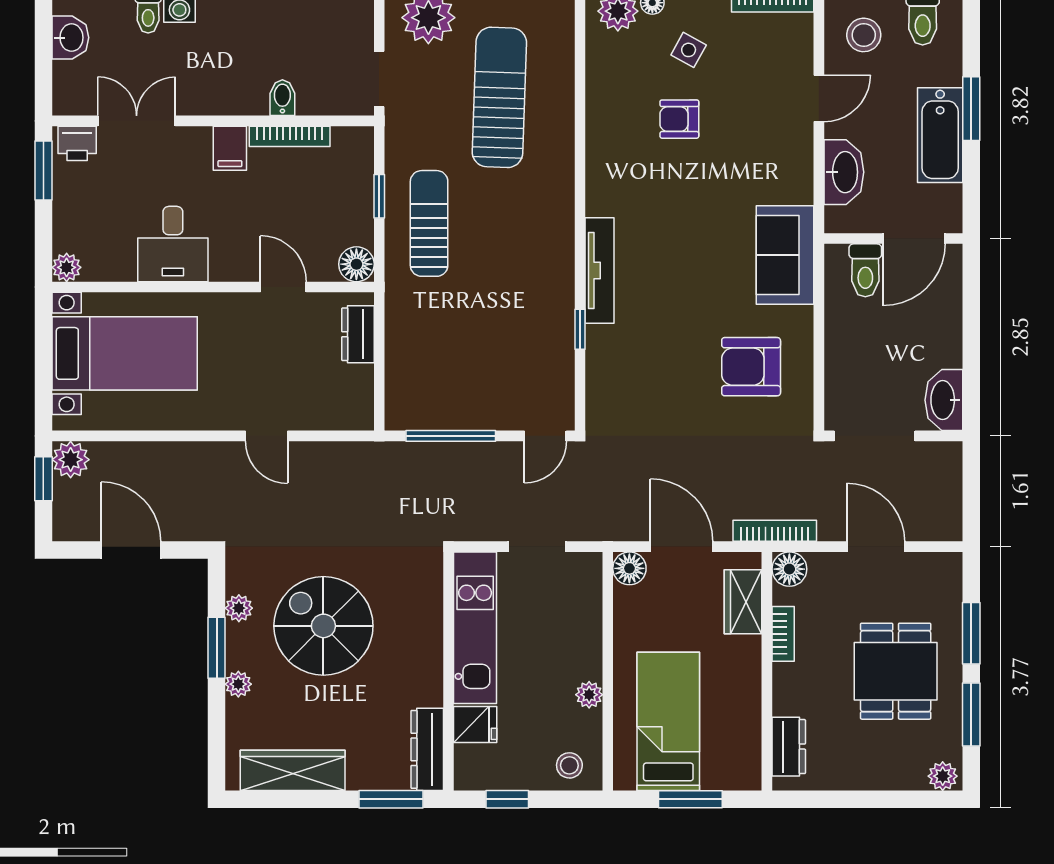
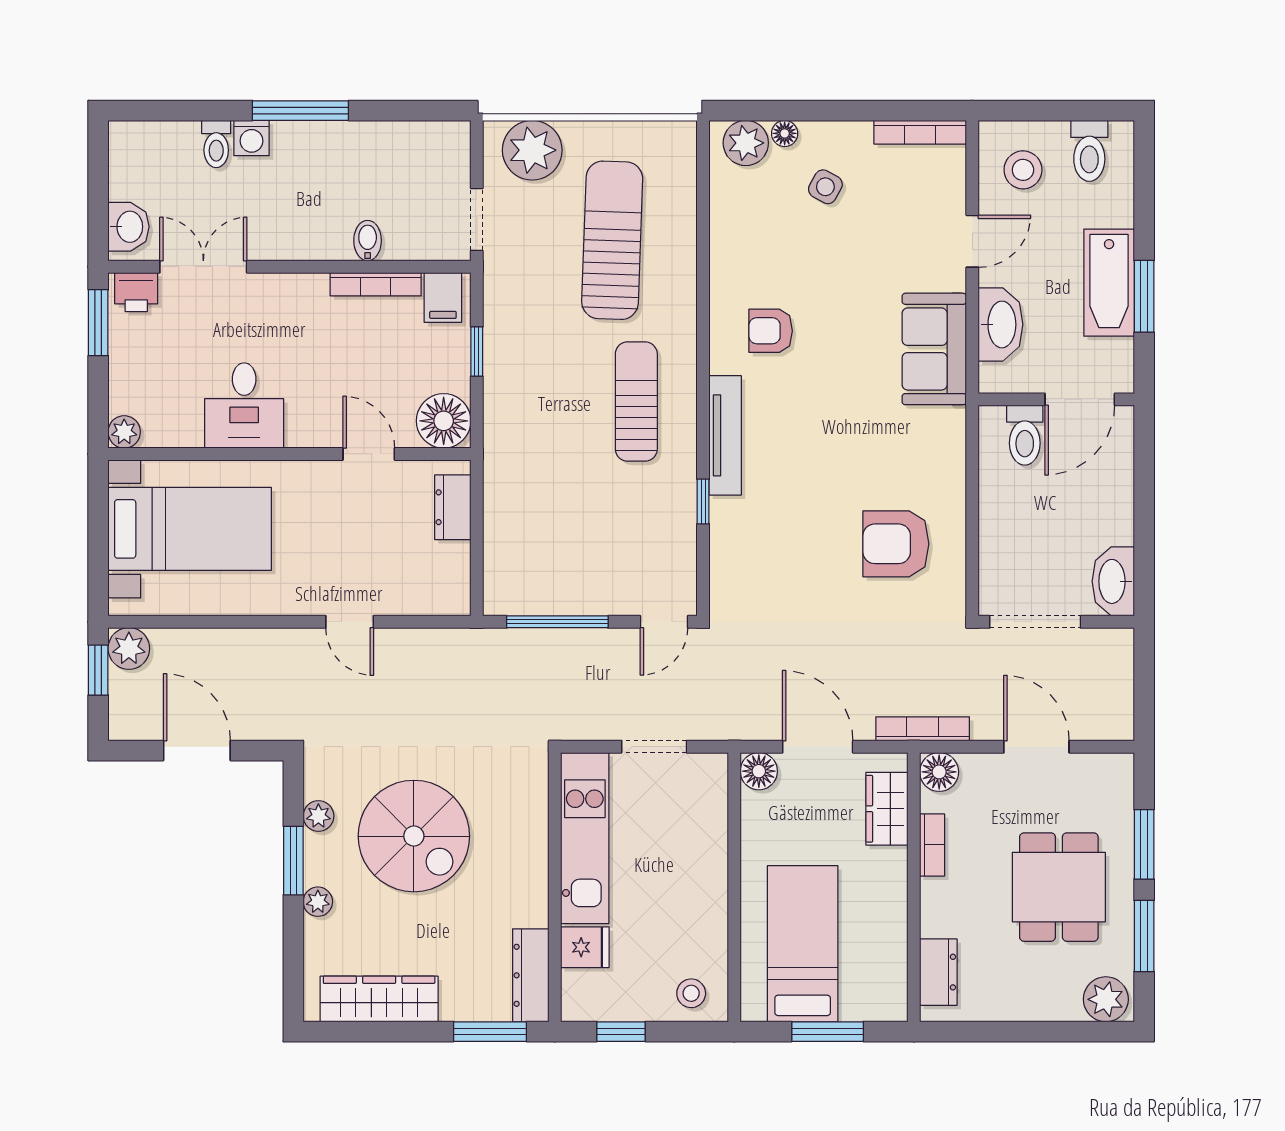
washbasin: (70, 38) -> (129, 227), moved
window: (971, 109) -> (1144, 296), moved
armchair: (679, 119) -> (771, 331), moved
filing cabinet: (230, 148) -> (443, 297), moved
sun lounger: (429, 223) -> (636, 402), moved
sofa: (785, 255) -> (934, 349), moved
floor lamp: (356, 264) -> (444, 421), width x1.38, depth x1.38
spiral stairs: (323, 626) -> (414, 836), turned 180
plant: (589, 695) -> (713, 914), removed
plant: (943, 776) -> (1106, 999), width x1.38, depth x1.38

